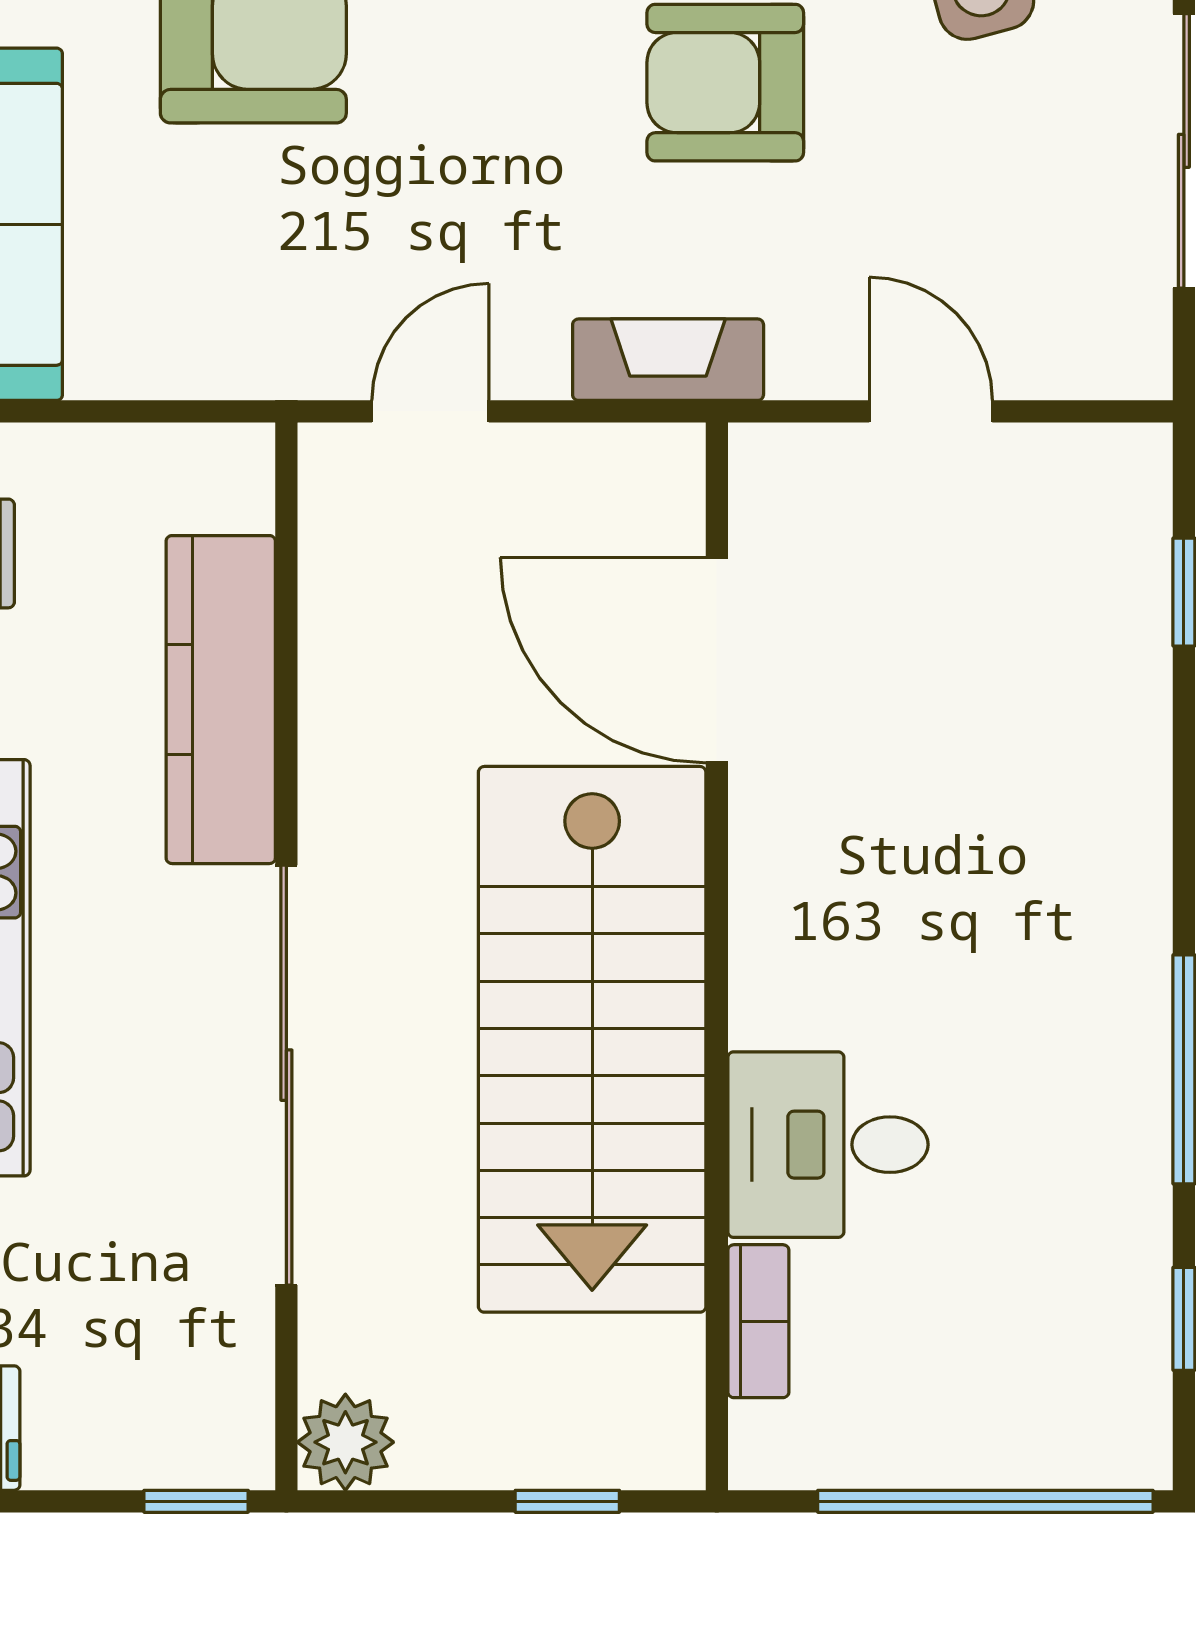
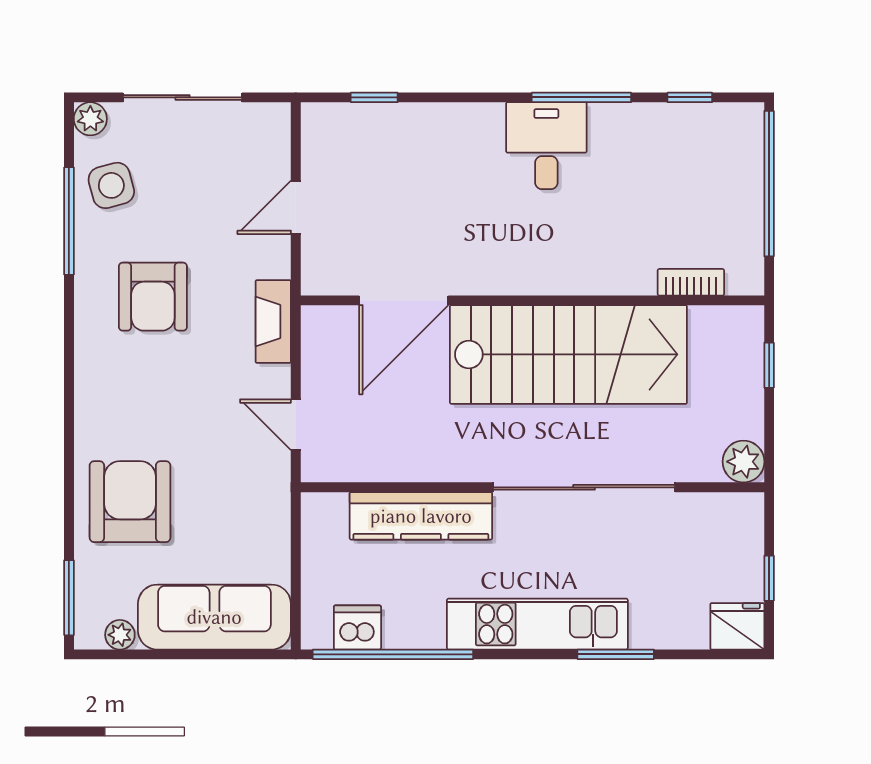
desk: (828, 1145) -> (546, 146), moved, turned 180
window: (196, 1501) -> (769, 578), moved

